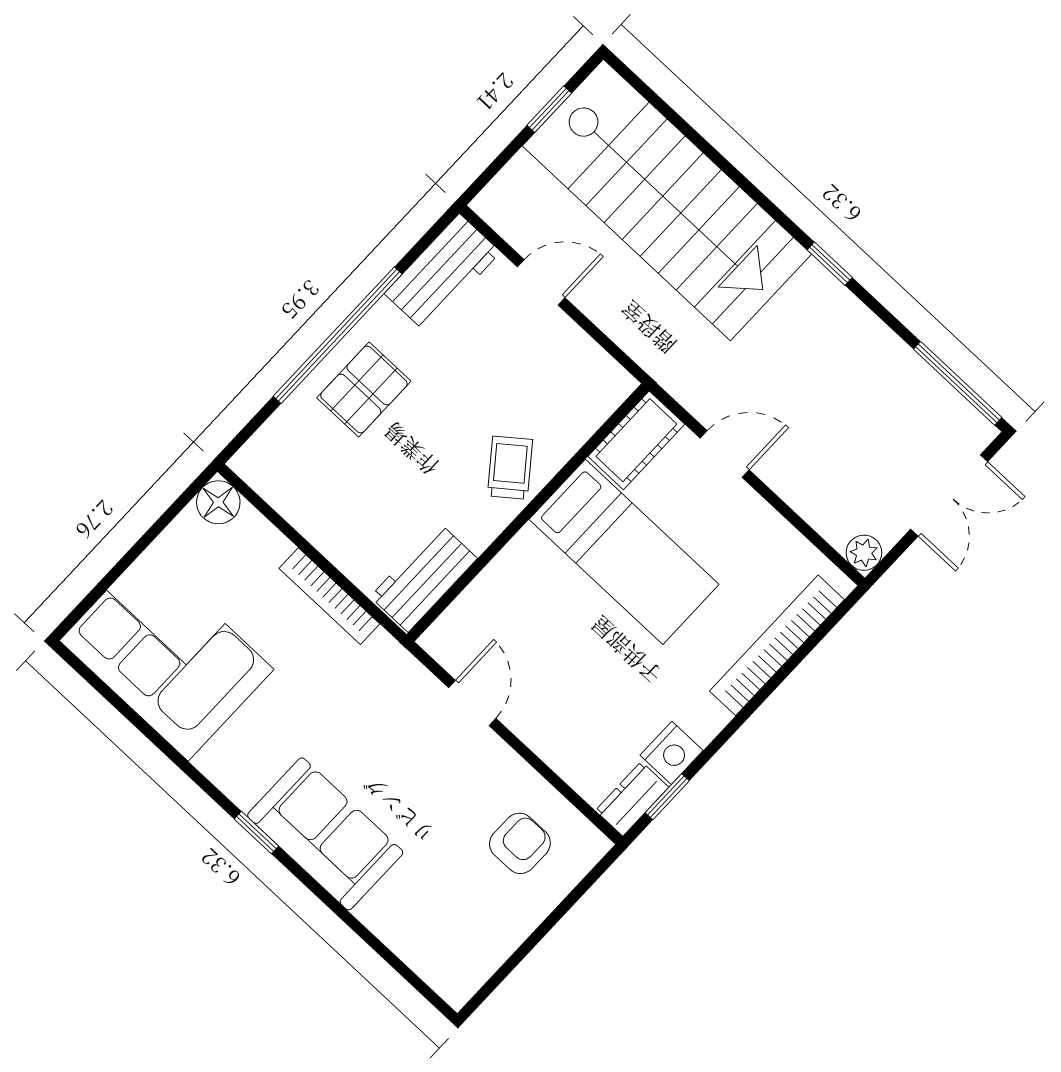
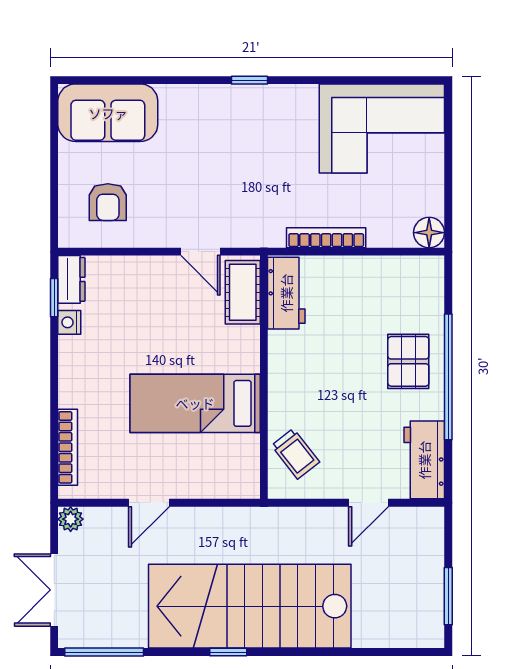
window: (549, 109) -> (448, 596), width x1.50
stairs: (667, 200) -> (250, 606), moved
cot: (636, 440) -> (243, 292), moved
door: (725, 454) -> (149, 503), moved
trolley: (510, 468) -> (295, 454), moved
bookcase: (777, 645) -> (68, 447), width x0.68, depth x0.76
nightstand: (672, 753) -> (69, 322), width x0.72, depth x0.74
sofa: (325, 834) -> (108, 113), moved

